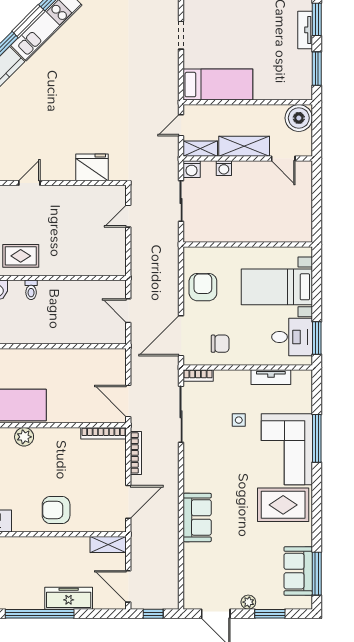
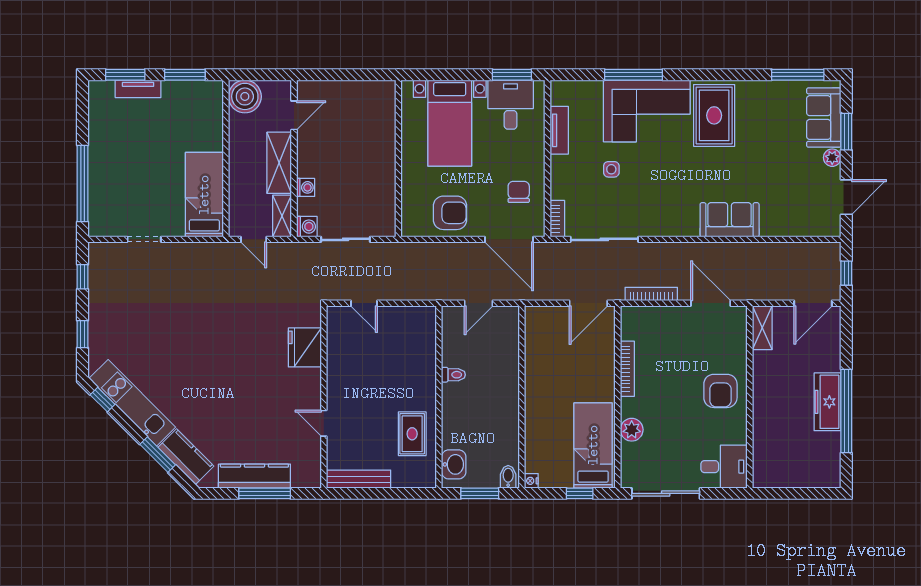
armchair: (203, 287) -> (450, 213), turned 180
toilet: (31, 290) -> (453, 375), moved
bookcase: (104, 433) -> (627, 369), moved
sofa: (298, 571) -> (824, 118), moved, turned 90
freezer: (69, 598) -> (828, 402), moved

